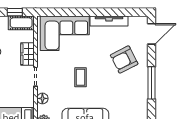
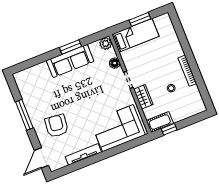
armchair: (124, 60) -> (57, 126), turned -57
coffee table: (81, 77) -> (89, 95), removed

